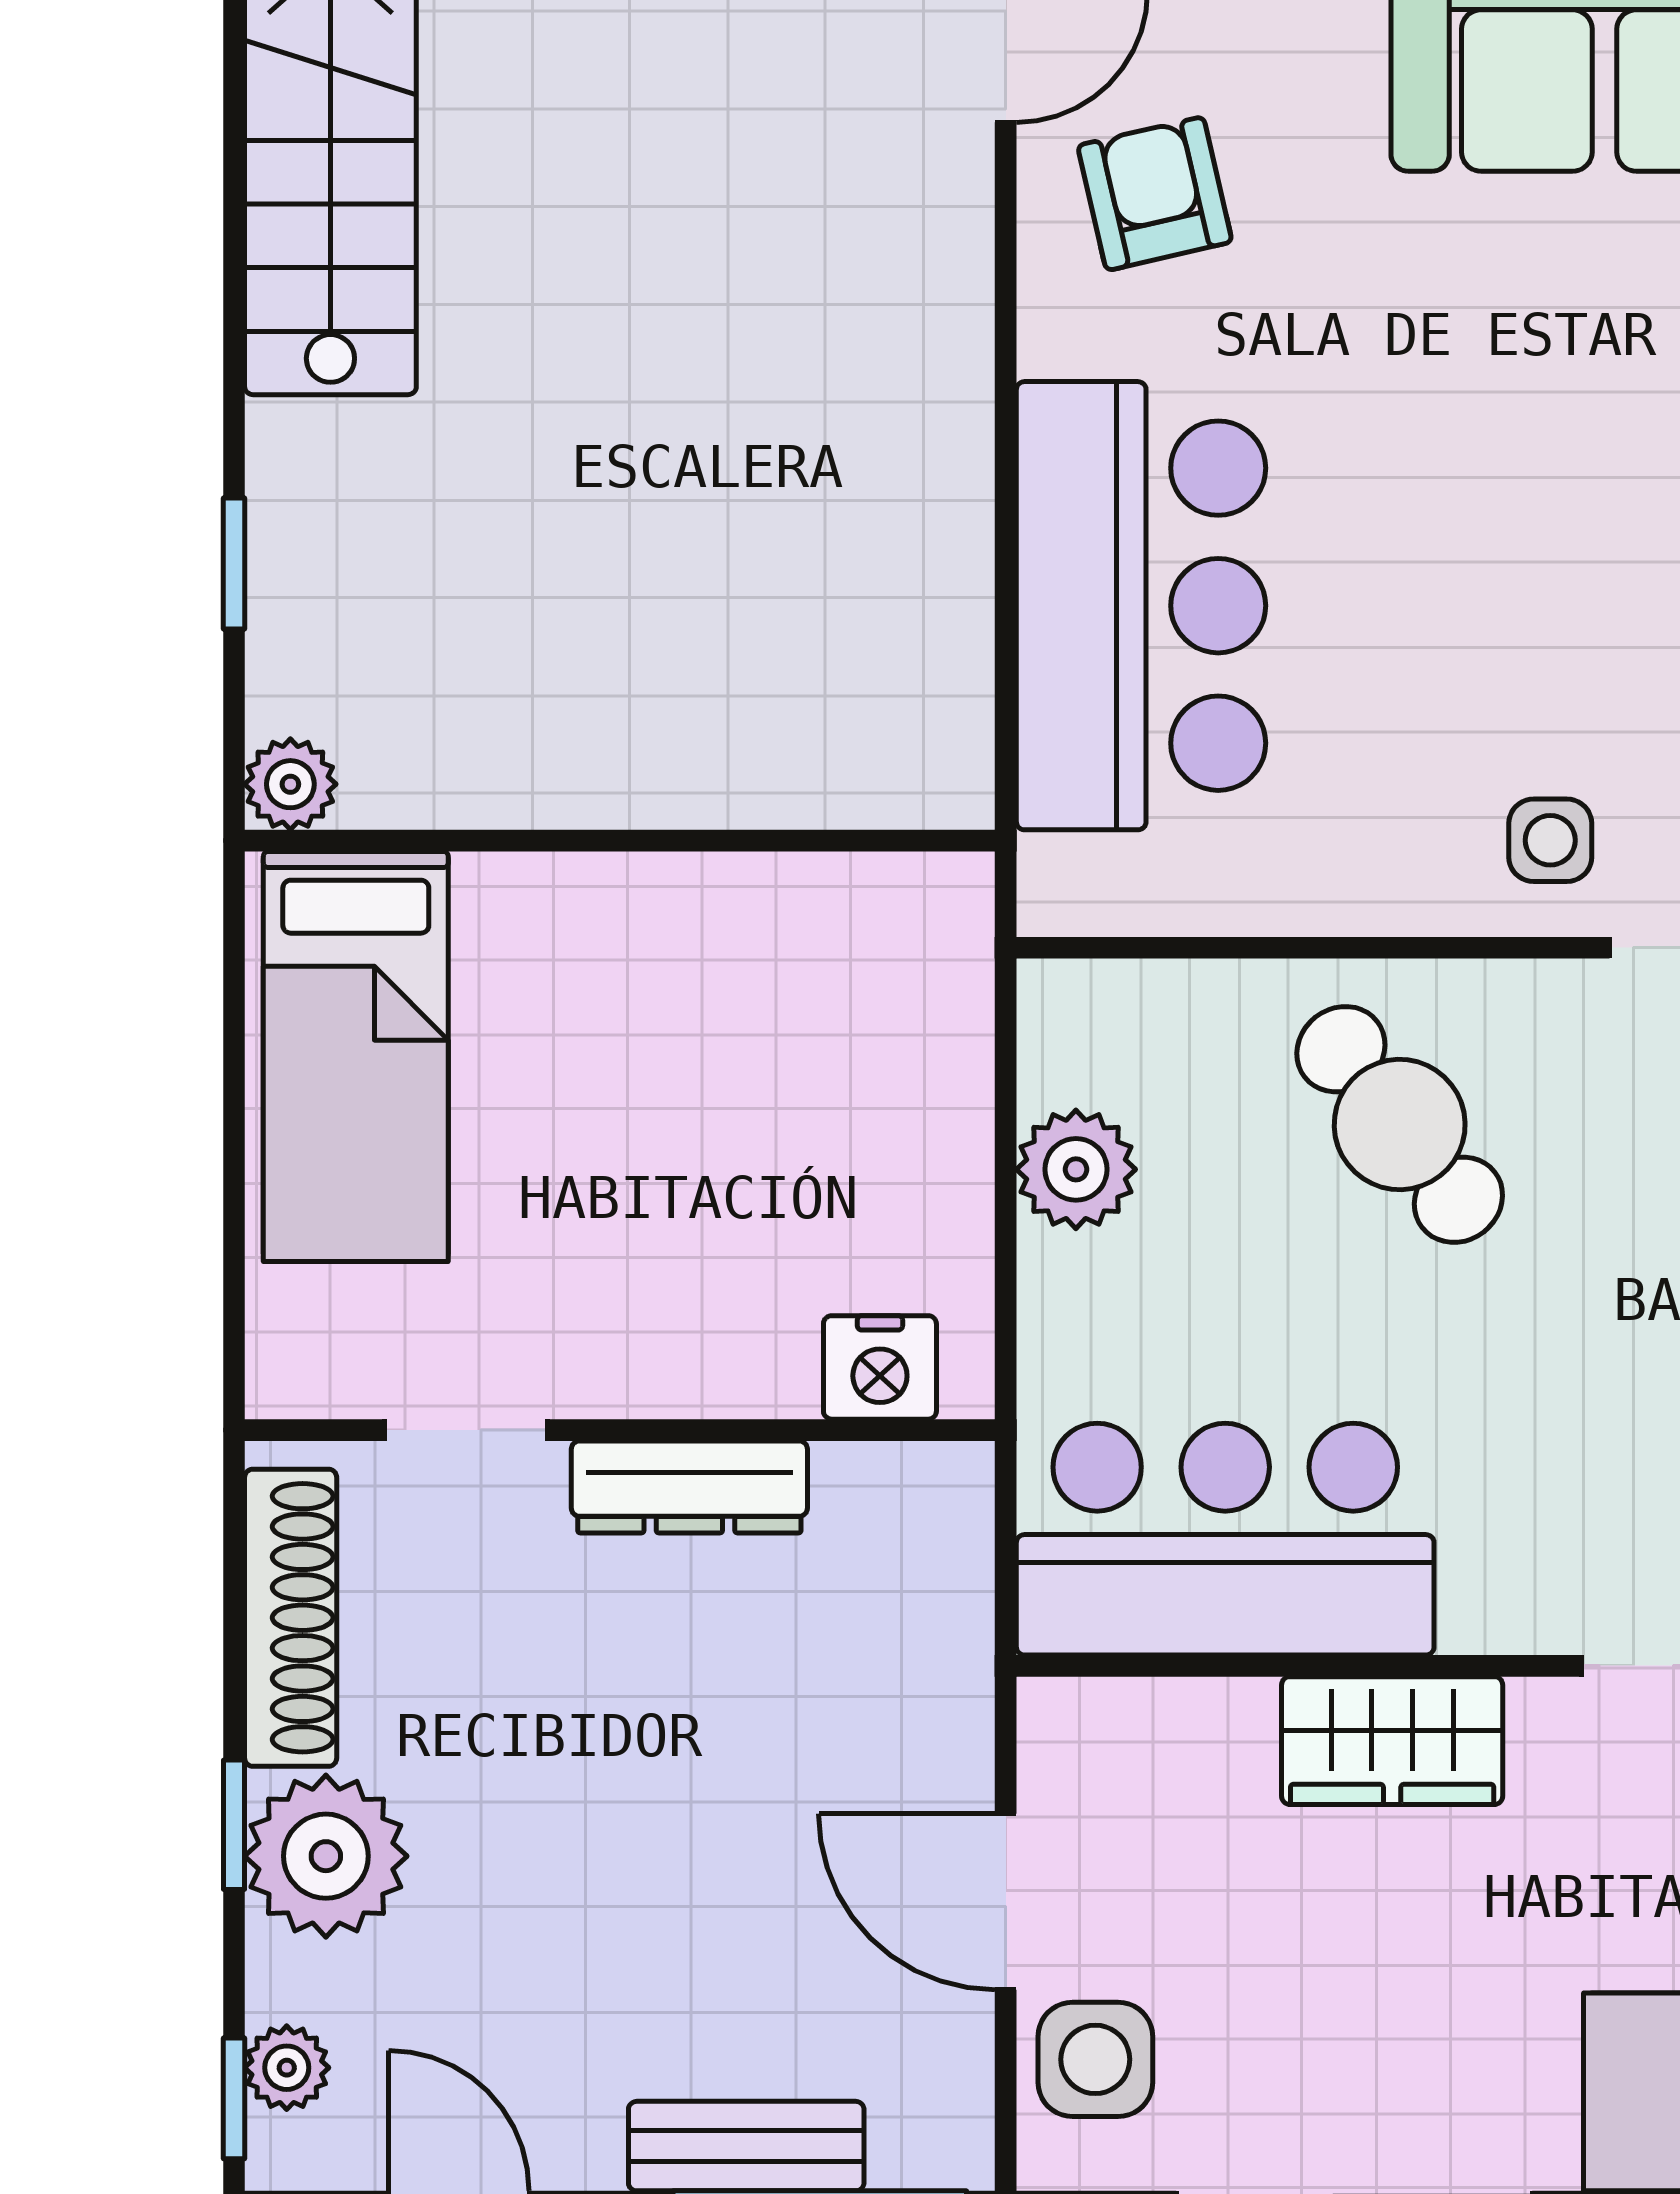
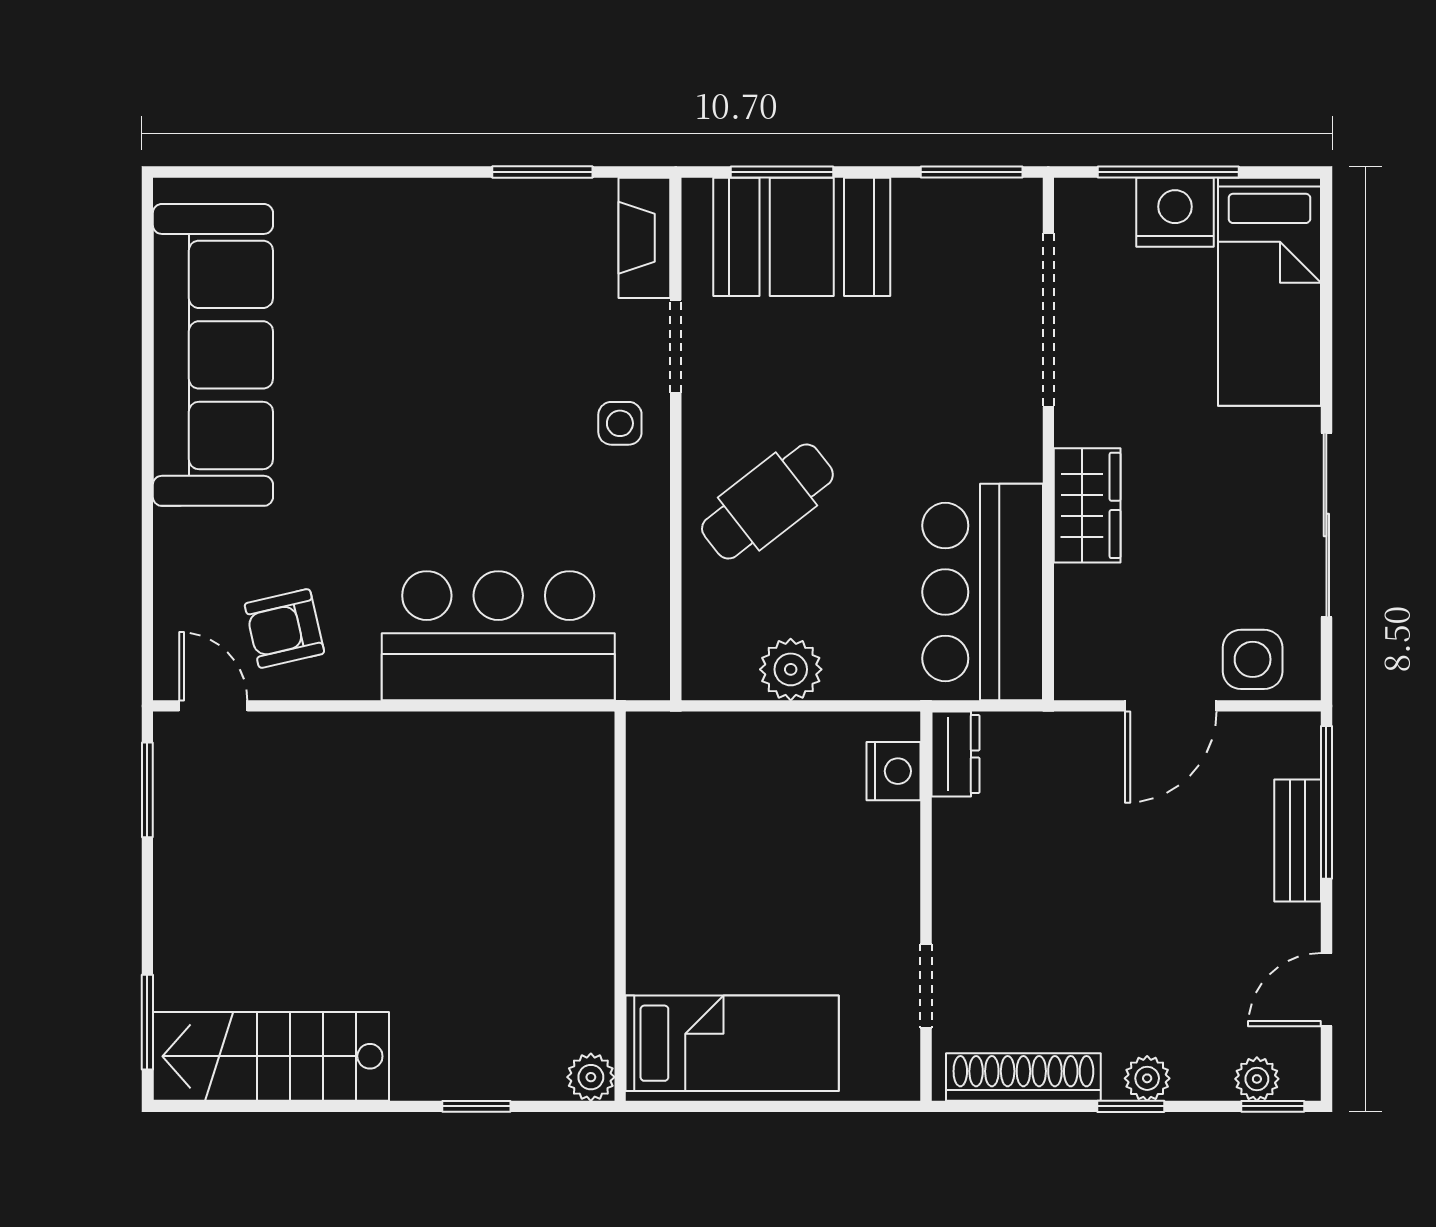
dresser: (689, 1487) -> (956, 754), moved, width x0.70
plant: (326, 1856) -> (1147, 1078), width x0.53, depth x0.53

